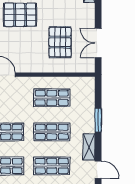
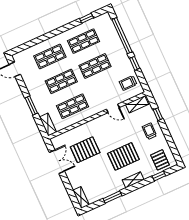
pallet: (60, 42) -> (85, 150), turned 90
shelving: (89, 147) -> (48, 125), moved

